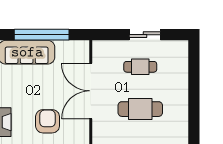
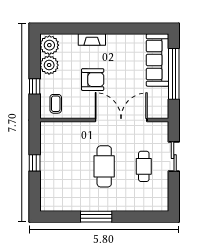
sliding door: (145, 35) -> (174, 157), moved
window: (194, 118) -> (96, 217), added

